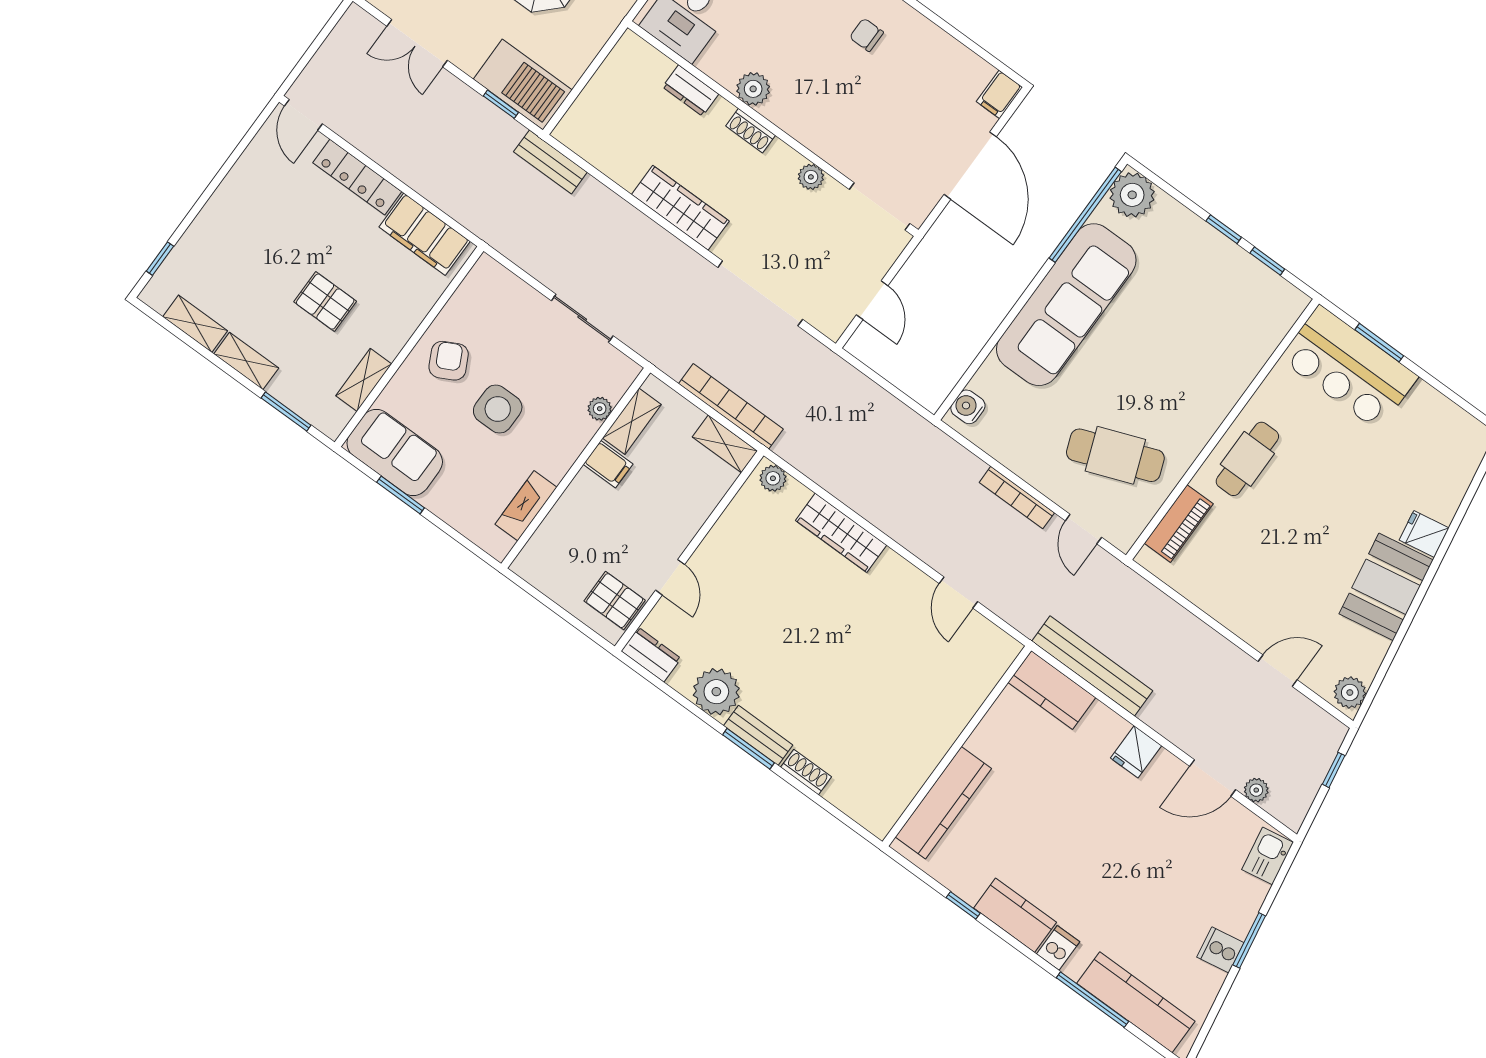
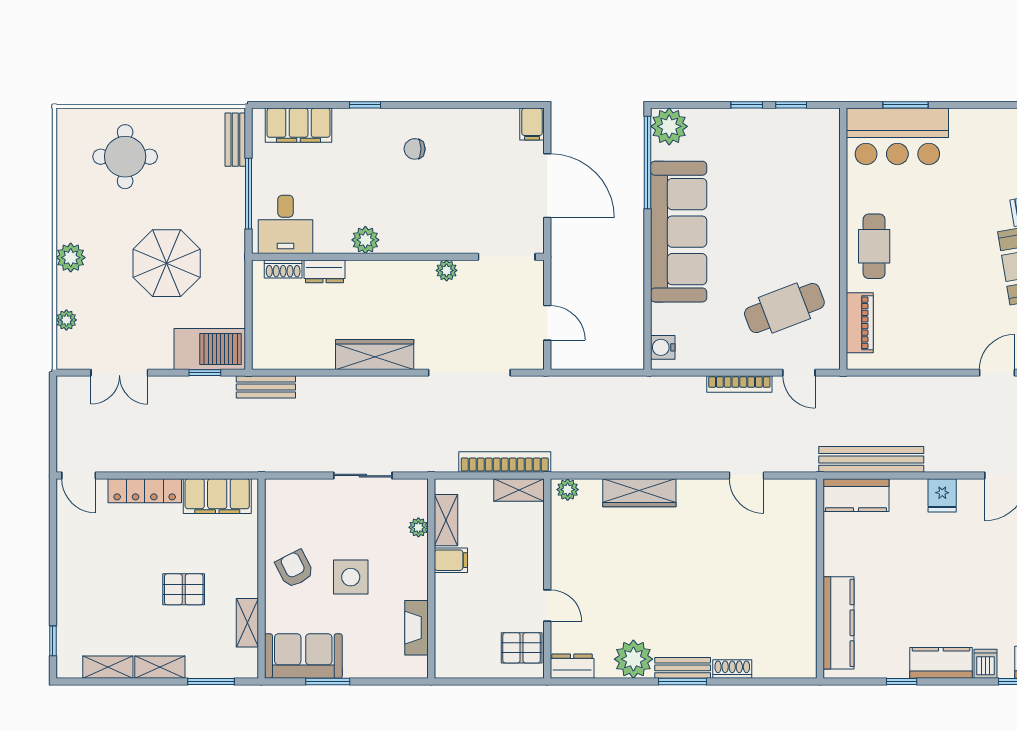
shoe rack: (751, 131) -> (283, 269), moved

